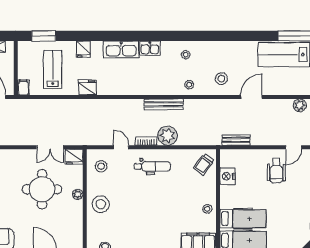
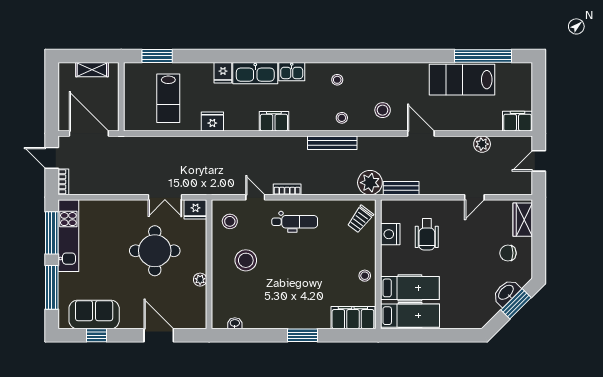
fridge: (83, 49) -> (223, 73), moved
lab bench: (53, 69) -> (168, 98), turned 180
filing cabinet: (23, 87) -> (274, 121), moved, width x2.00
door: (251, 97) -> (421, 133), hinge flipped
bench: (164, 104) -> (332, 143), moved
plant: (168, 136) -> (370, 183), moved
wheelchair: (276, 171) -> (427, 234), moved
plant: (78, 194) -> (200, 280), moved
stool: (101, 204) -> (246, 260), moved

